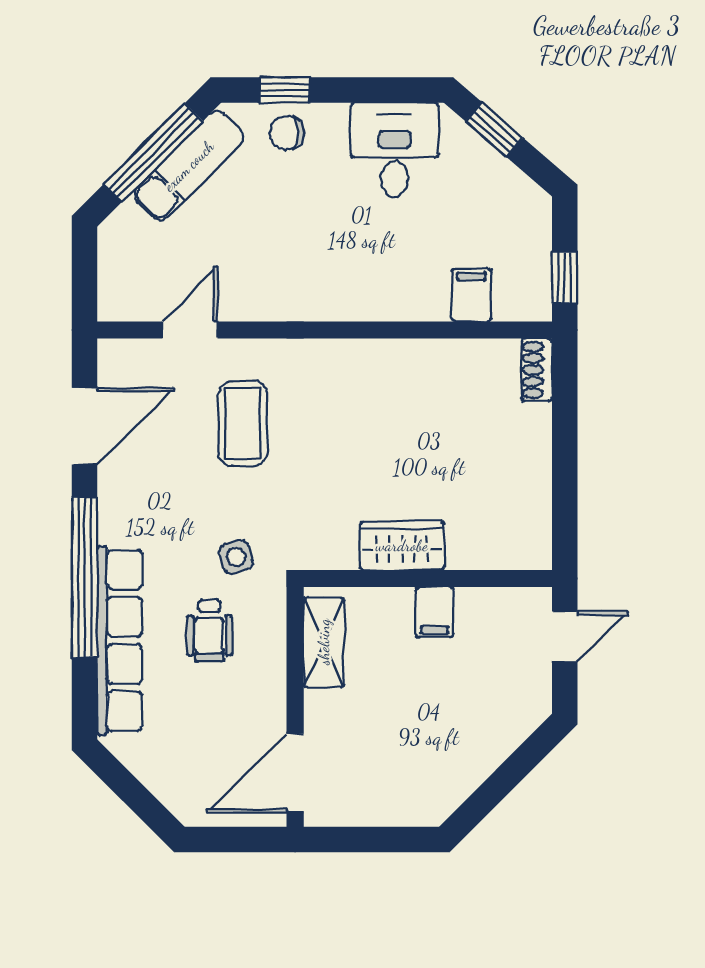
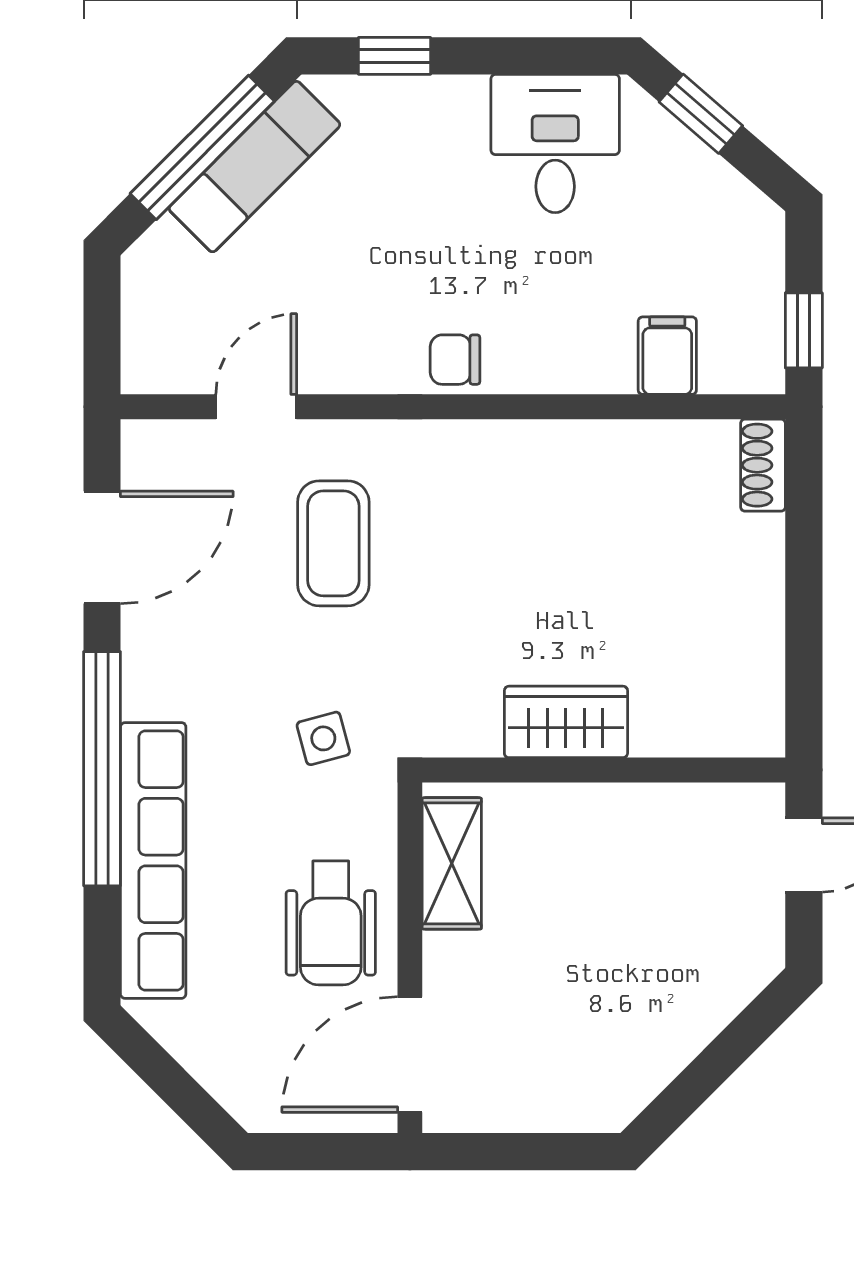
chair: (287, 133) -> (455, 360), moved
filing cabinet: (434, 612) -> (613, 819), removed
wheelchair: (209, 631) -> (331, 923), moved, width x1.36, depth x1.37

